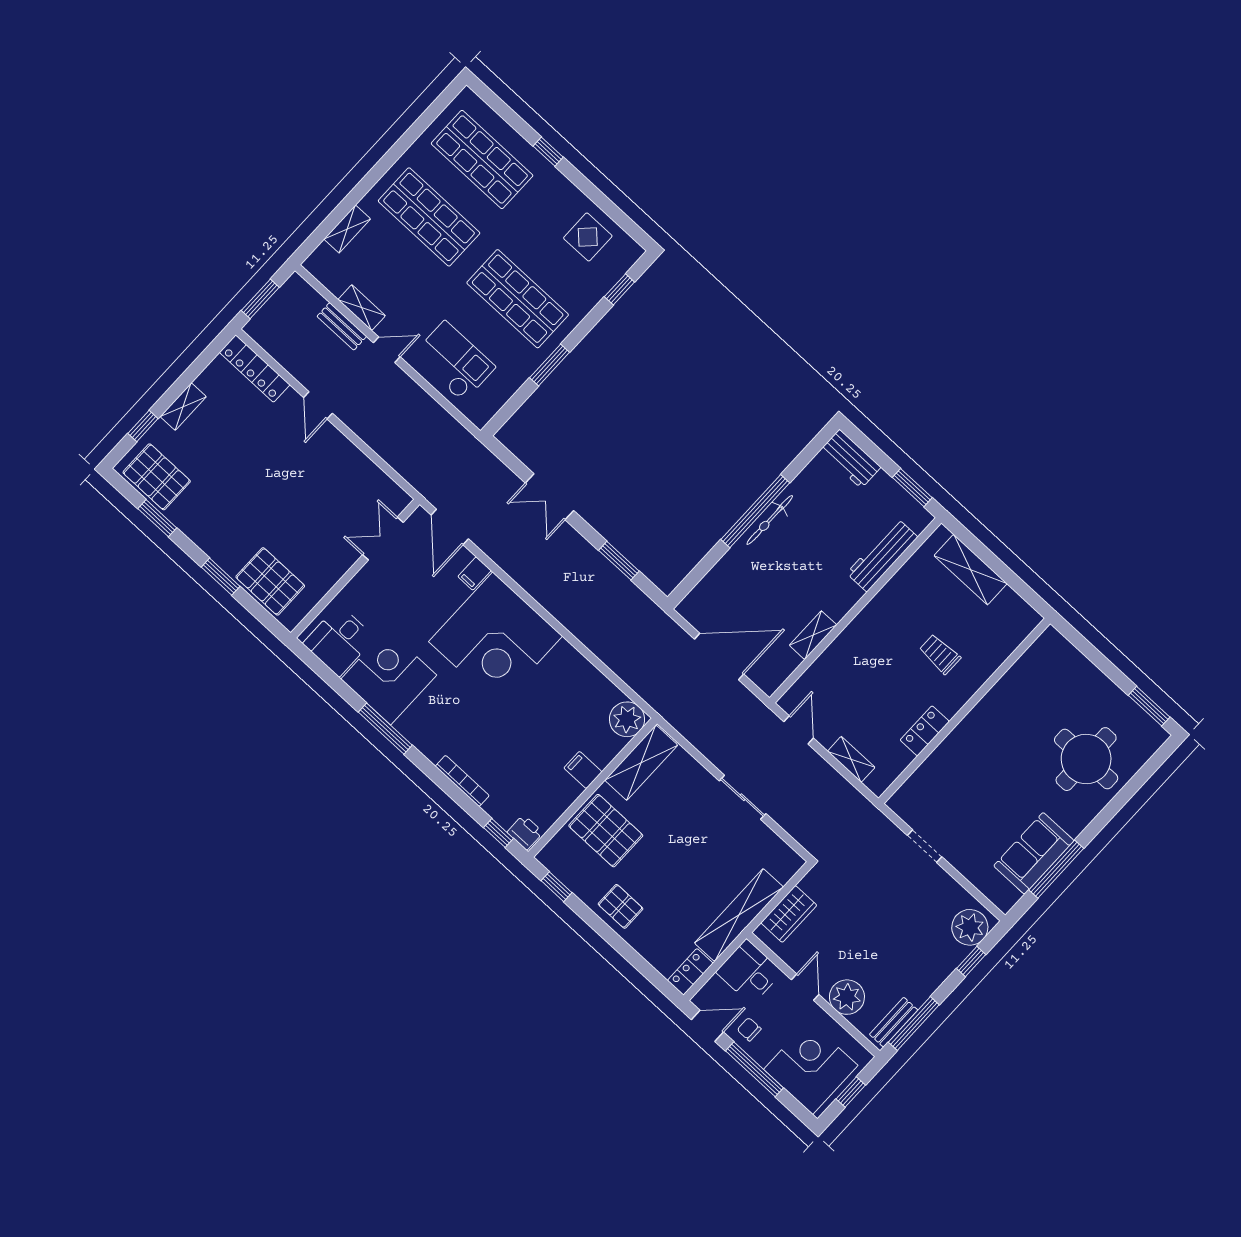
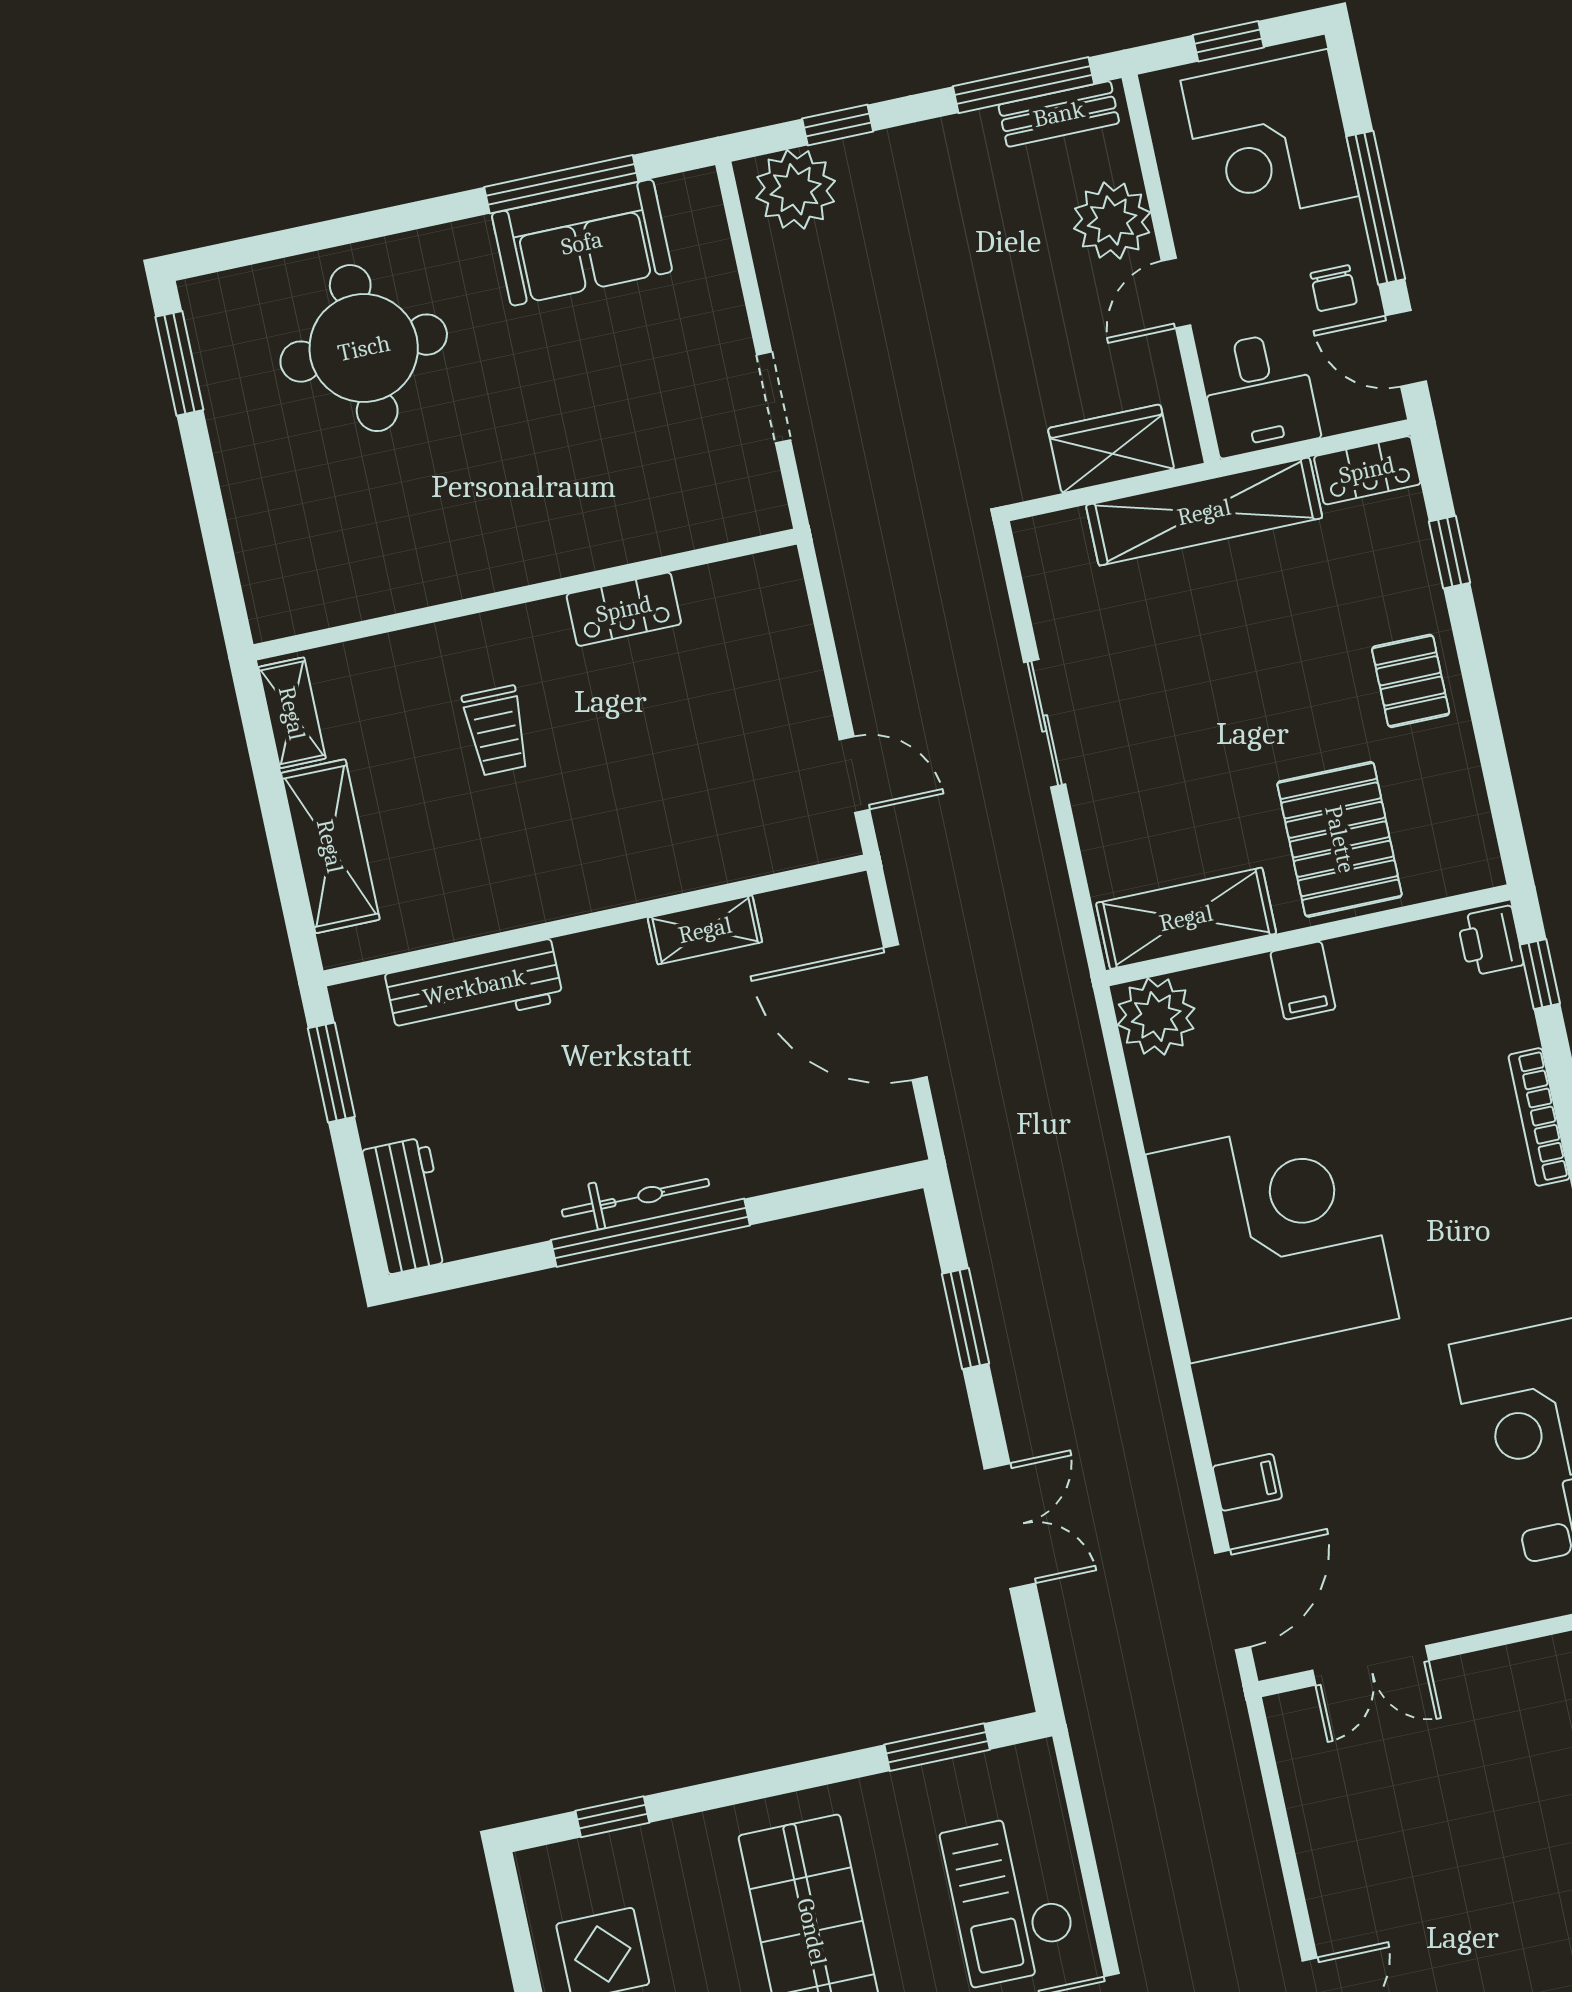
window: (550, 365) -> (937, 1747), moved
corner desk: (496, 639) -> (1272, 1237), moved
door: (799, 730) -> (854, 774), swing flipped
shelving: (851, 759) -> (292, 713), moved
window: (557, 887) -> (1450, 552), moved

